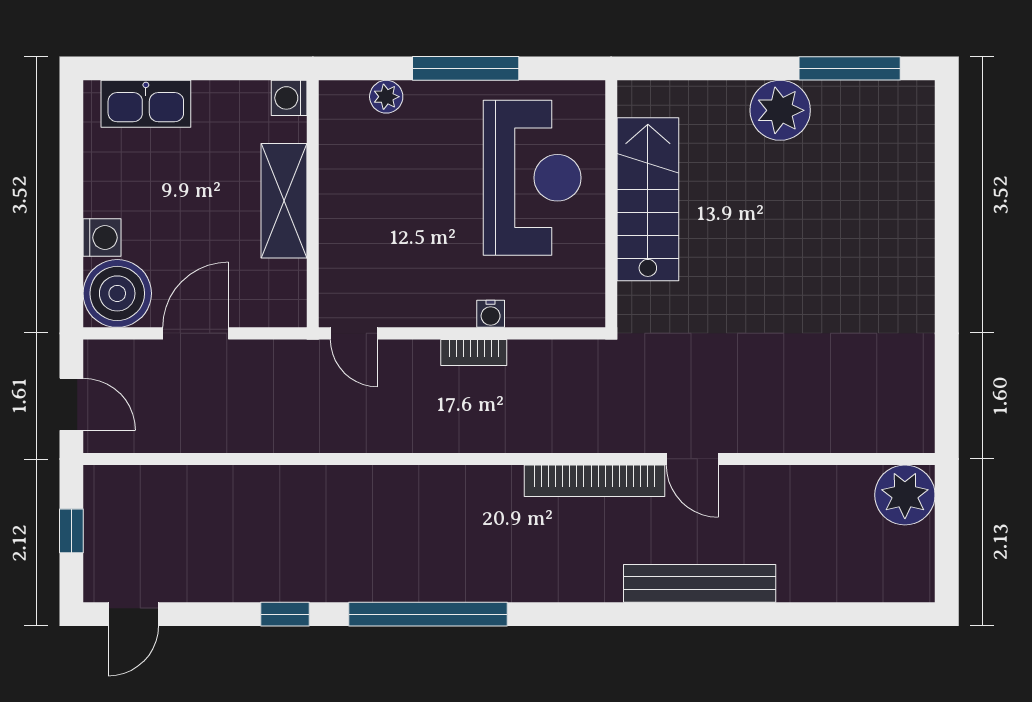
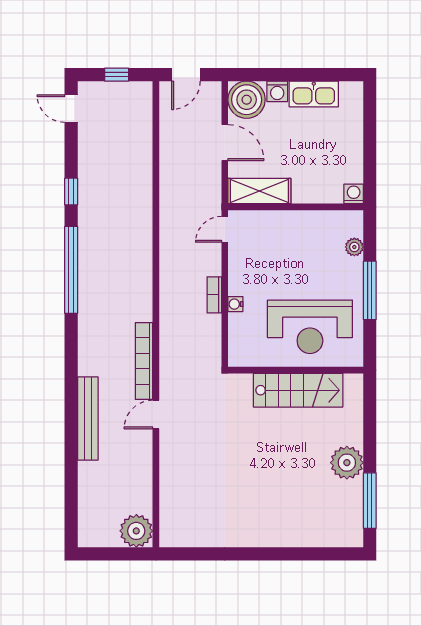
kitchen sink: (146, 104) -> (314, 94), moved, turned -90
shelving: (284, 201) -> (259, 191), moved

